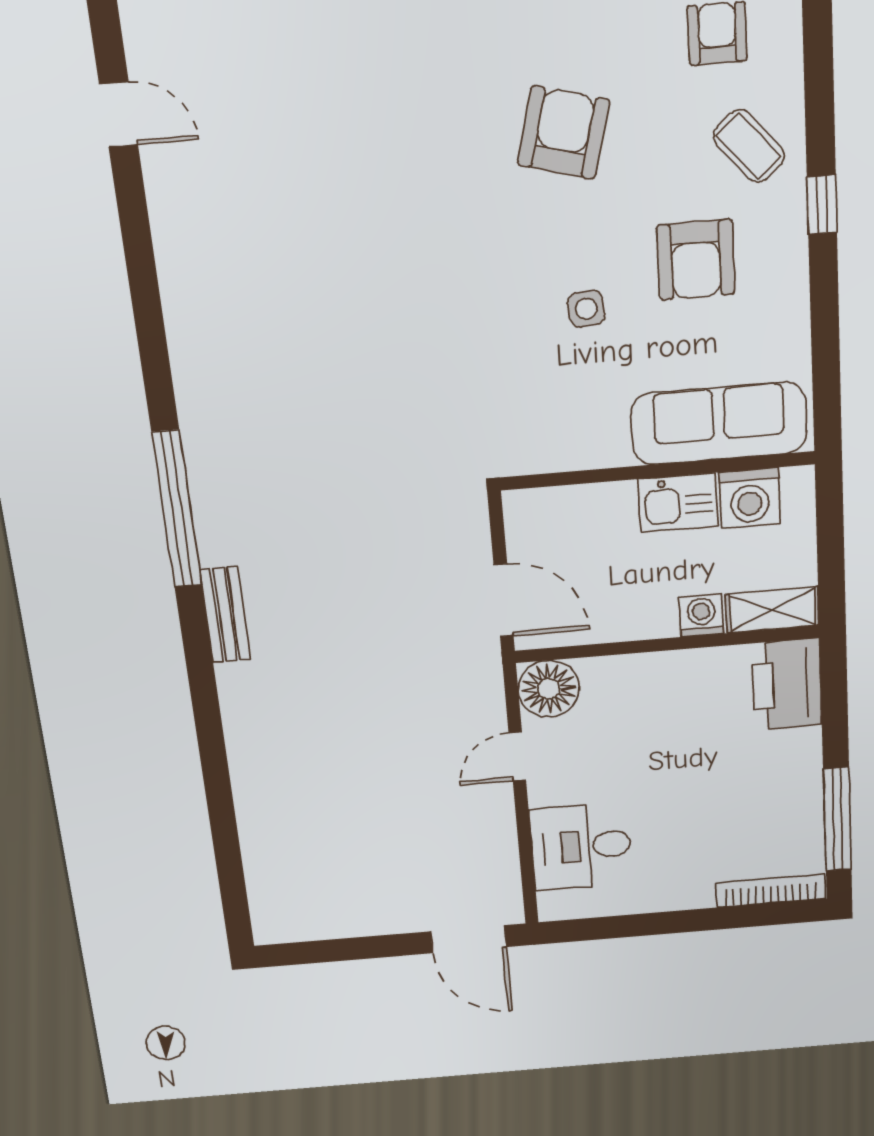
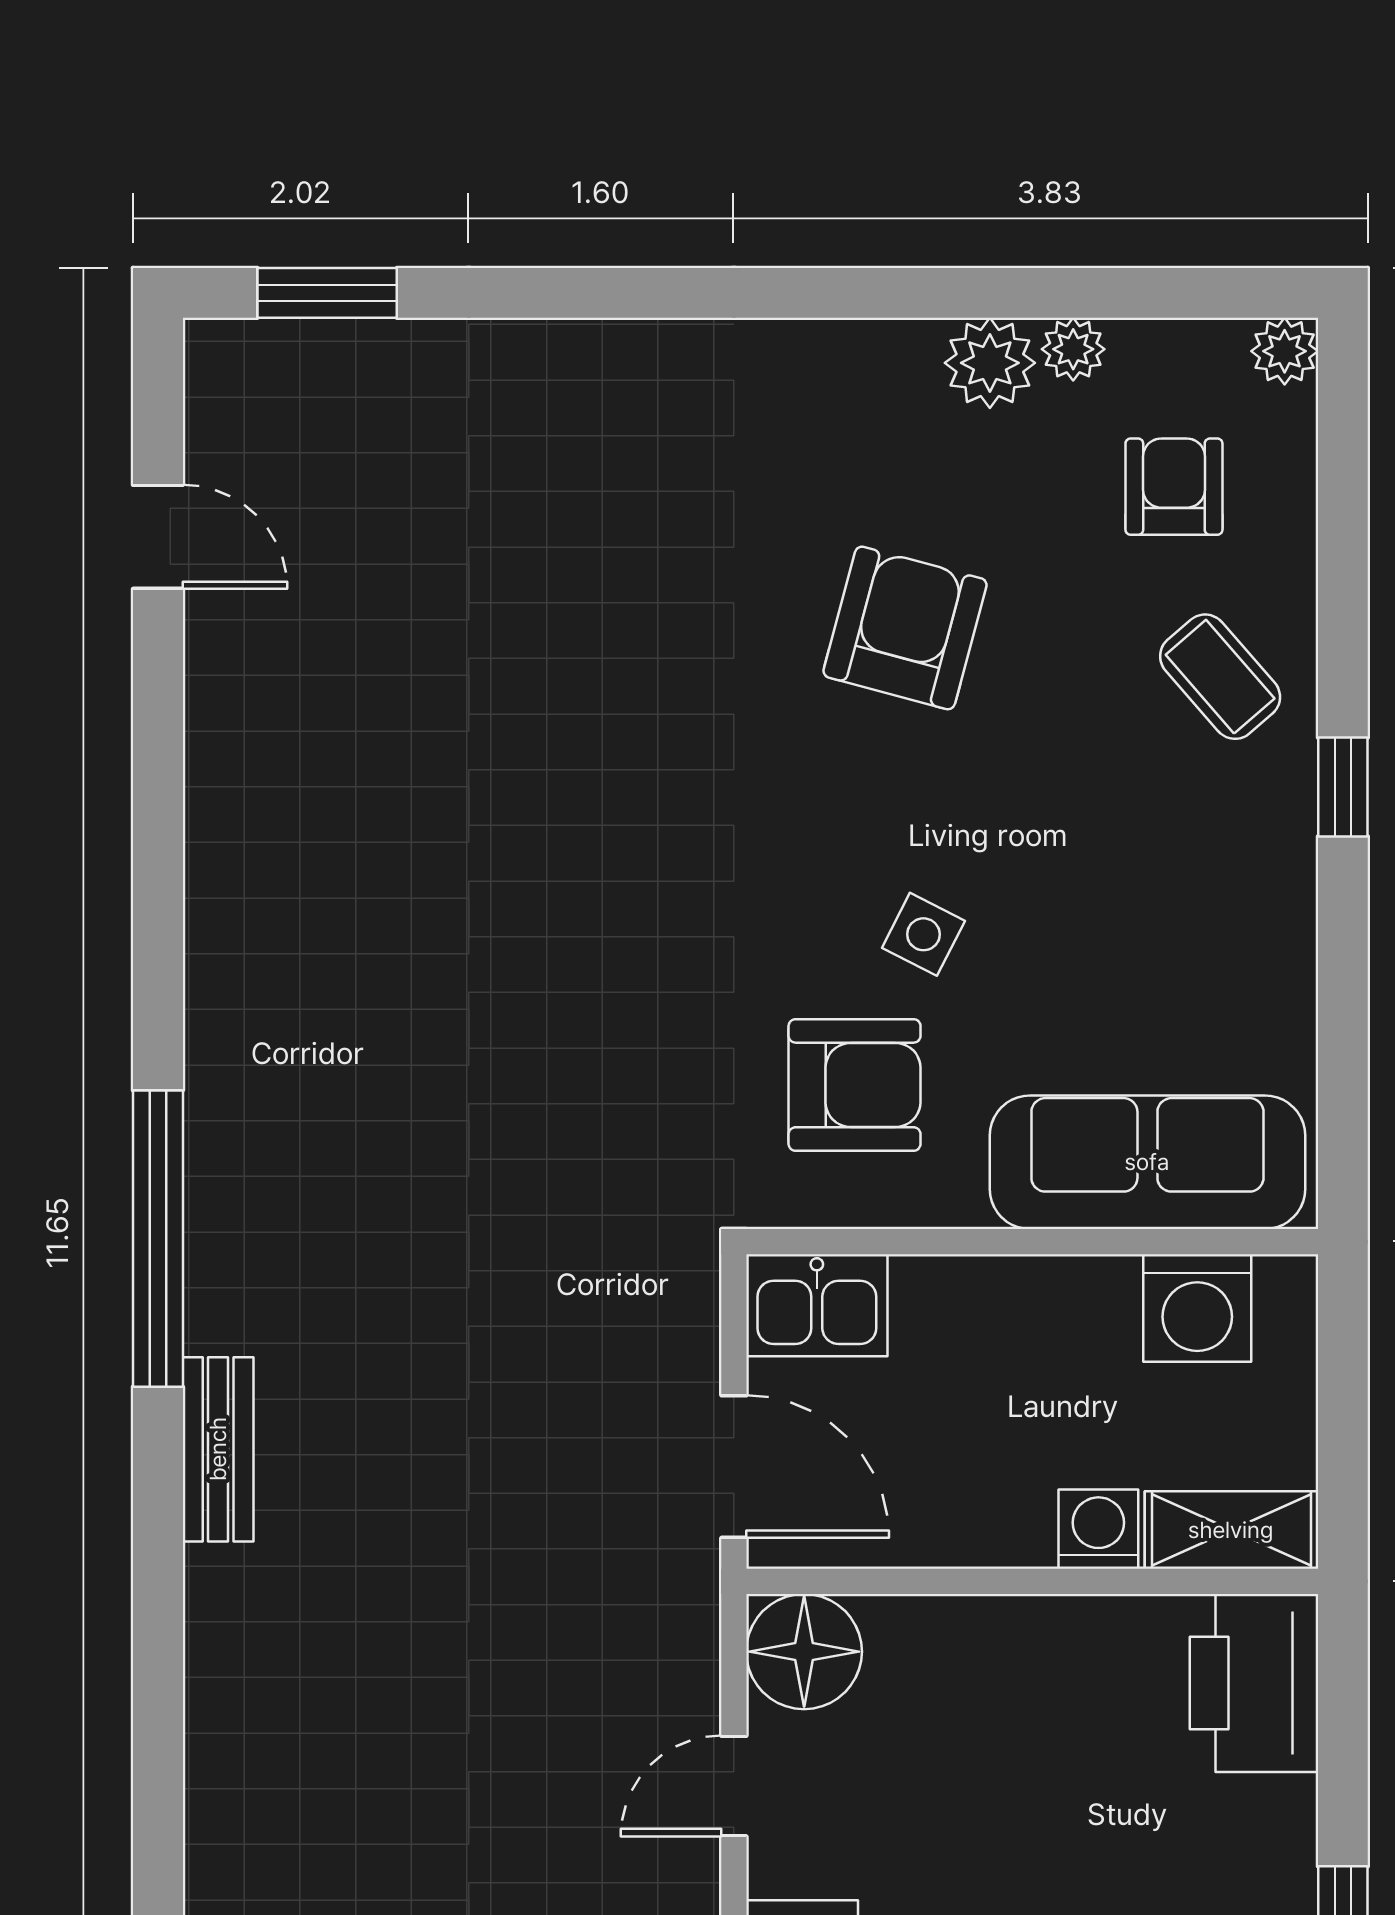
armchair: (696, 260) -> (855, 1085), moved, turned -90
side table: (586, 309) -> (923, 934), turned 32
kitchen sink: (678, 503) -> (817, 1305), moved

